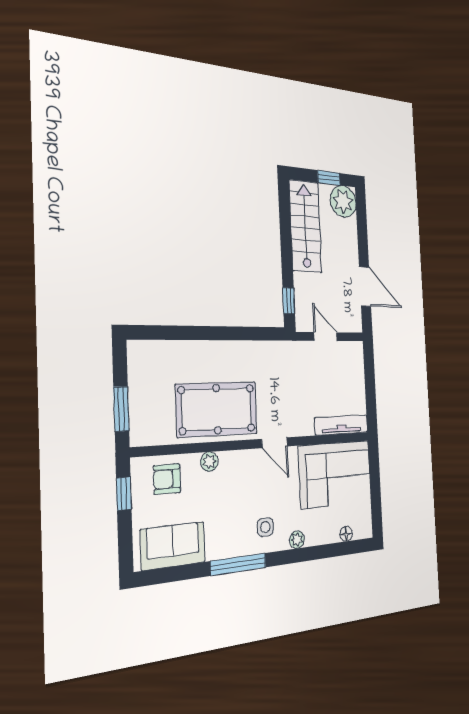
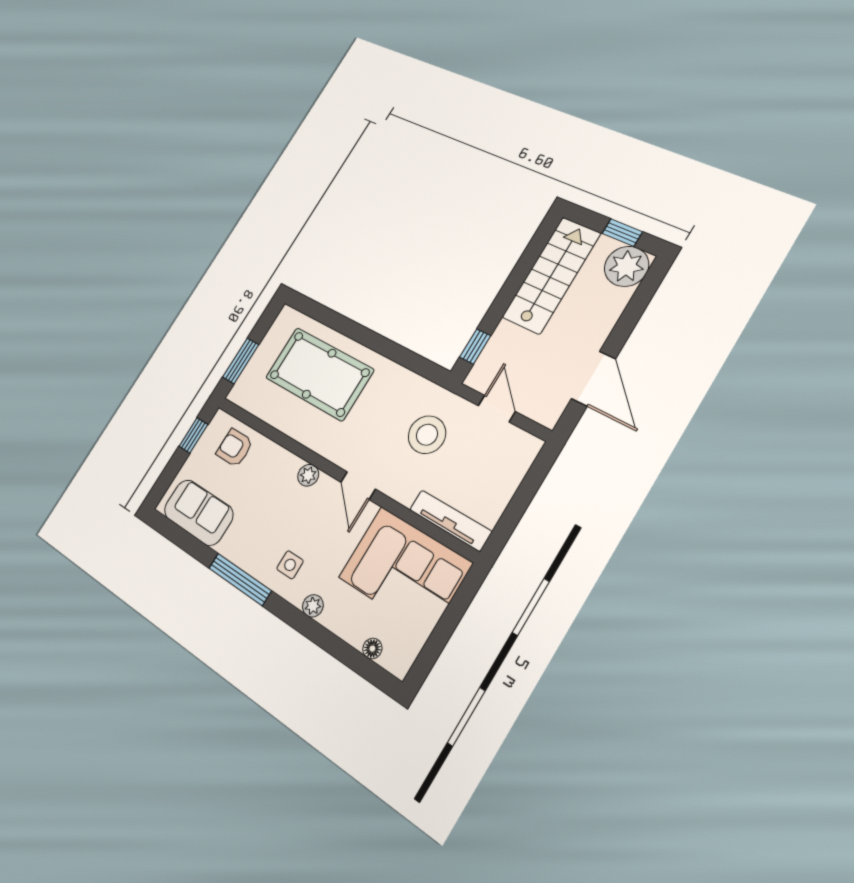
stool: (296, 380) -> (427, 435), added
pool table: (217, 409) -> (319, 374), moved
plant: (209, 462) -> (308, 475), moved

